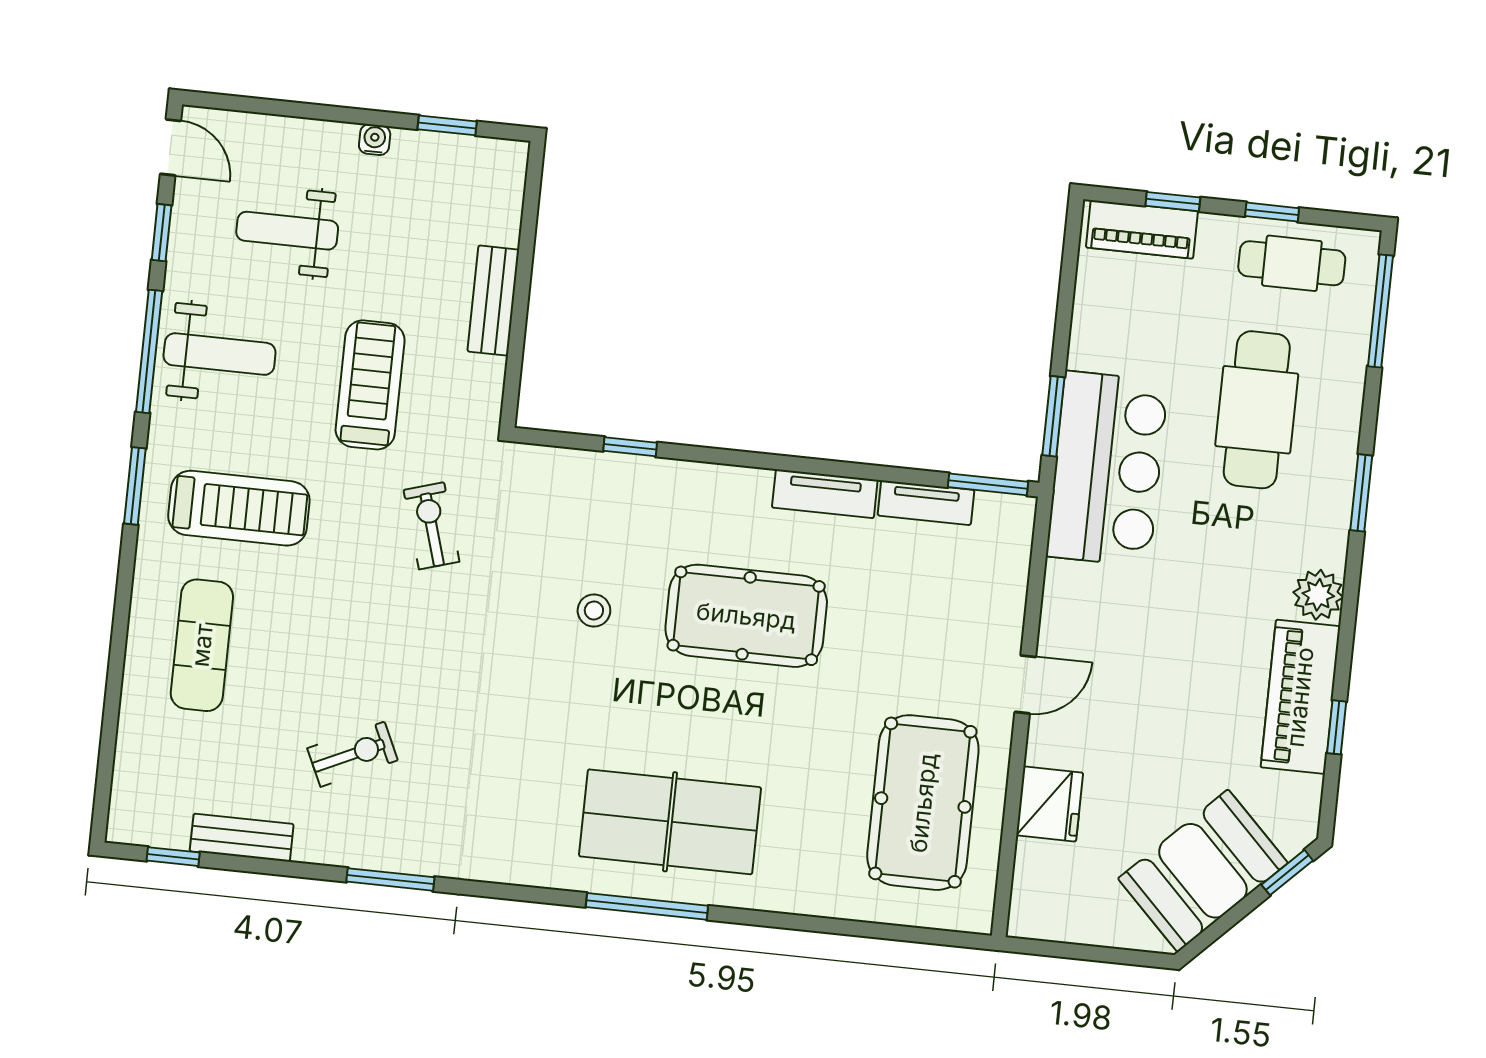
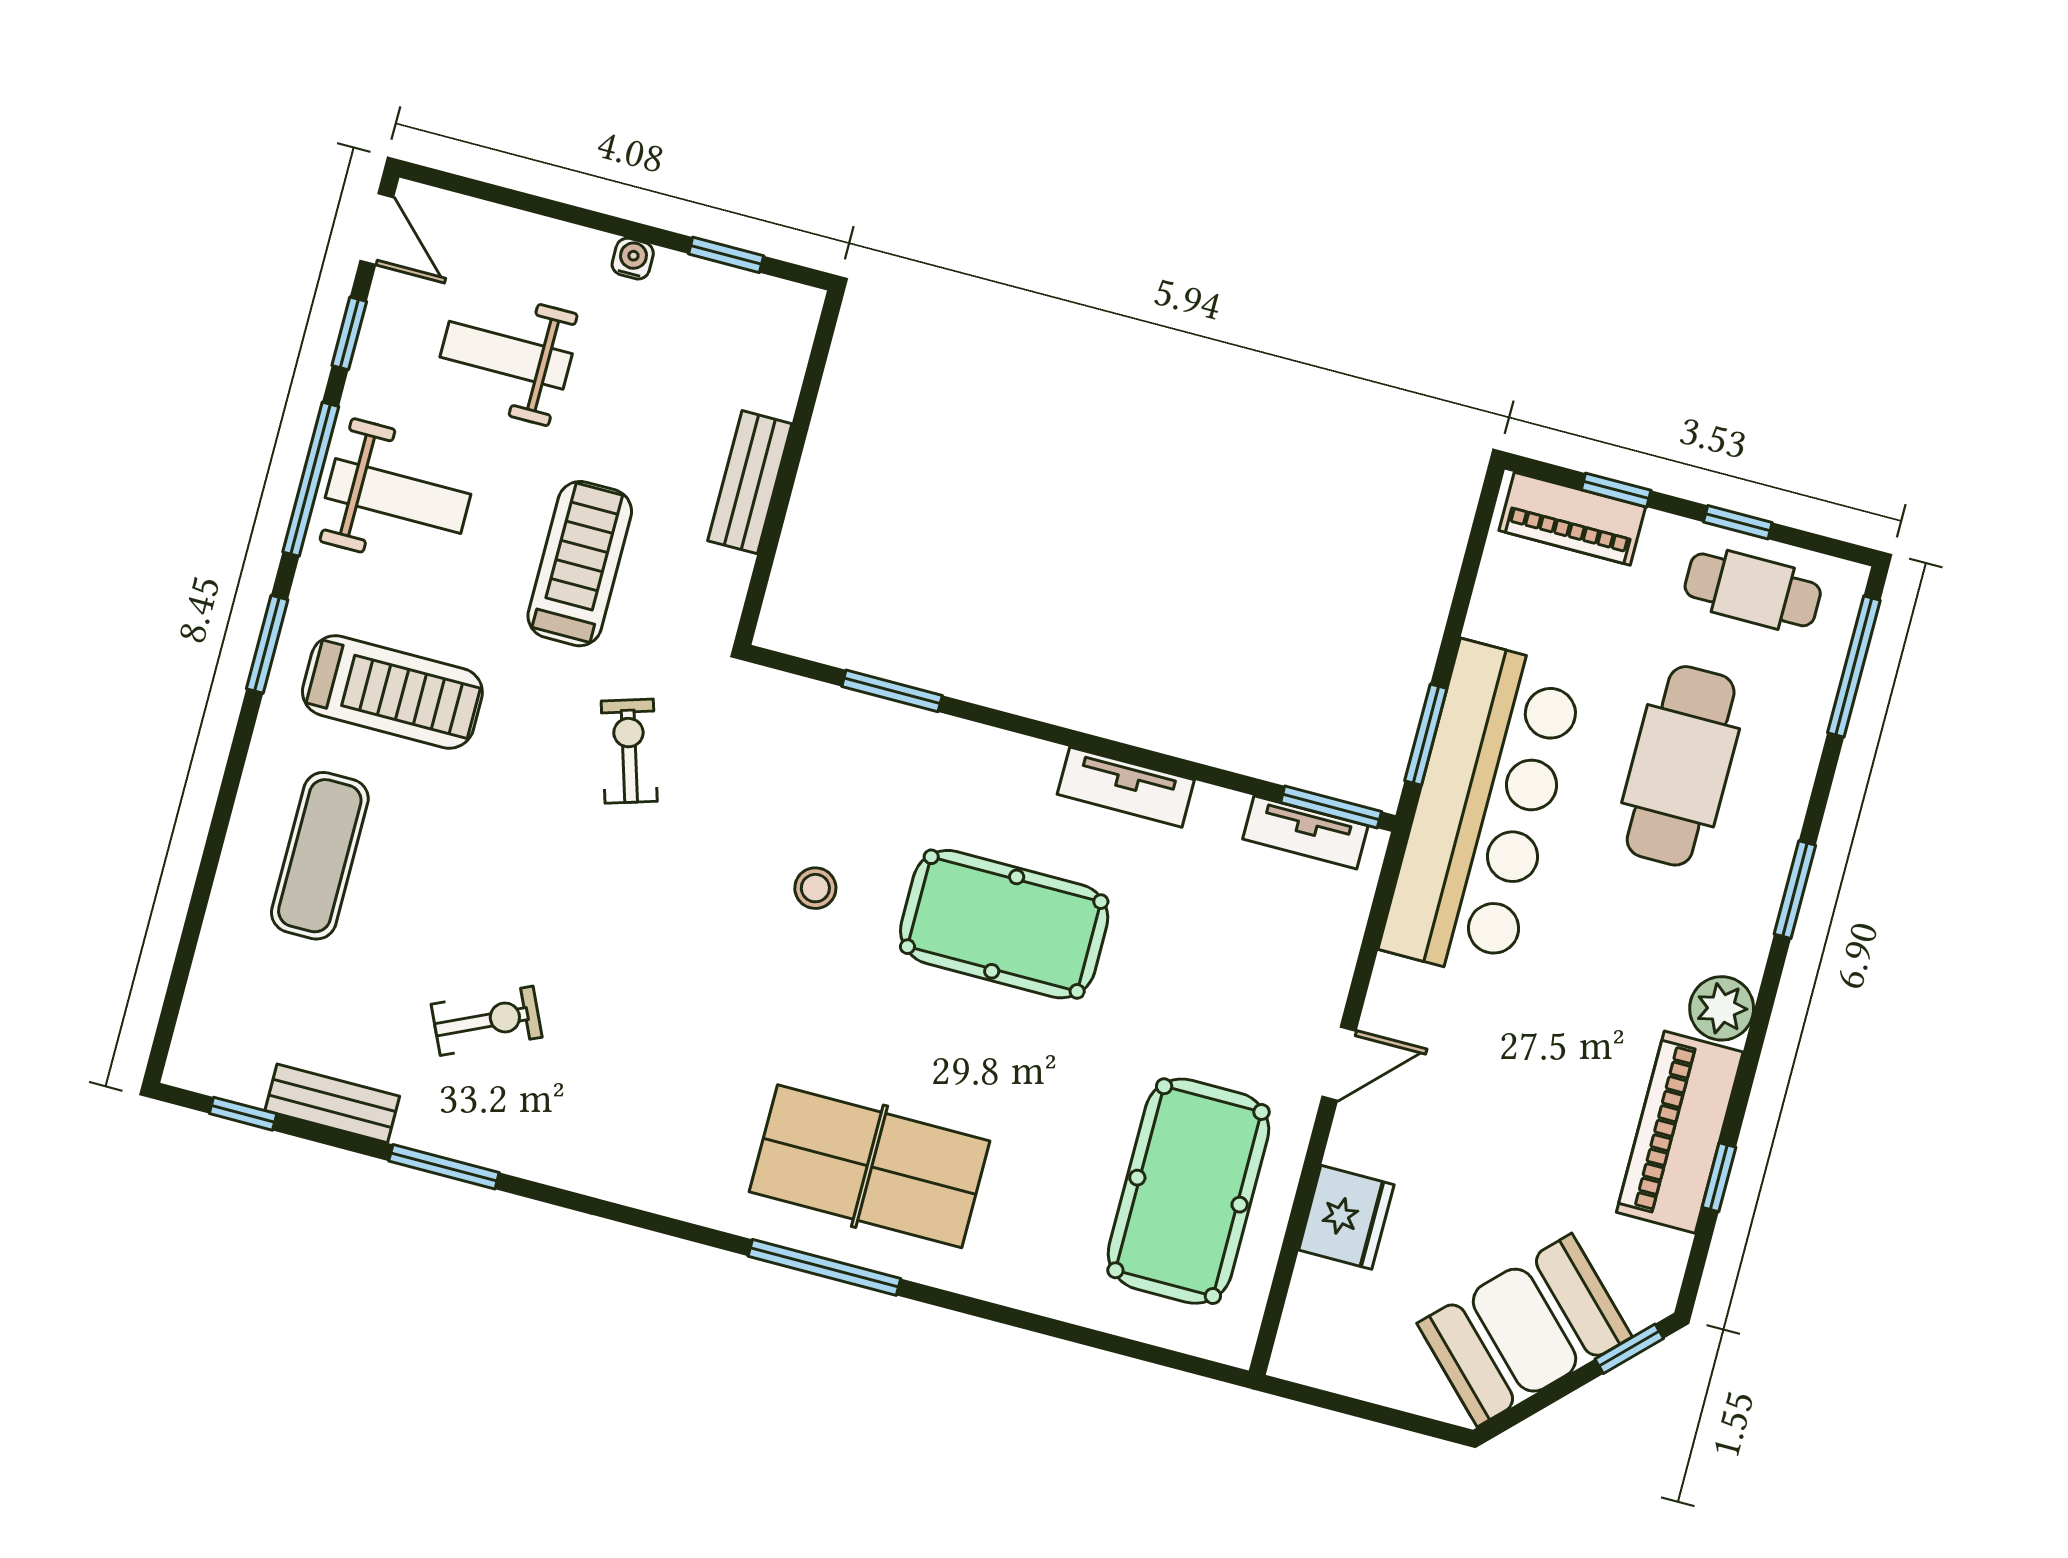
window: (630, 447) -> (892, 691), width x1.50
bar counter: (1107, 469) -> (1483, 810), width x1.36
tv unit: (926, 503) -> (1305, 832), moved
window: (390, 879) -> (444, 1167), moved

